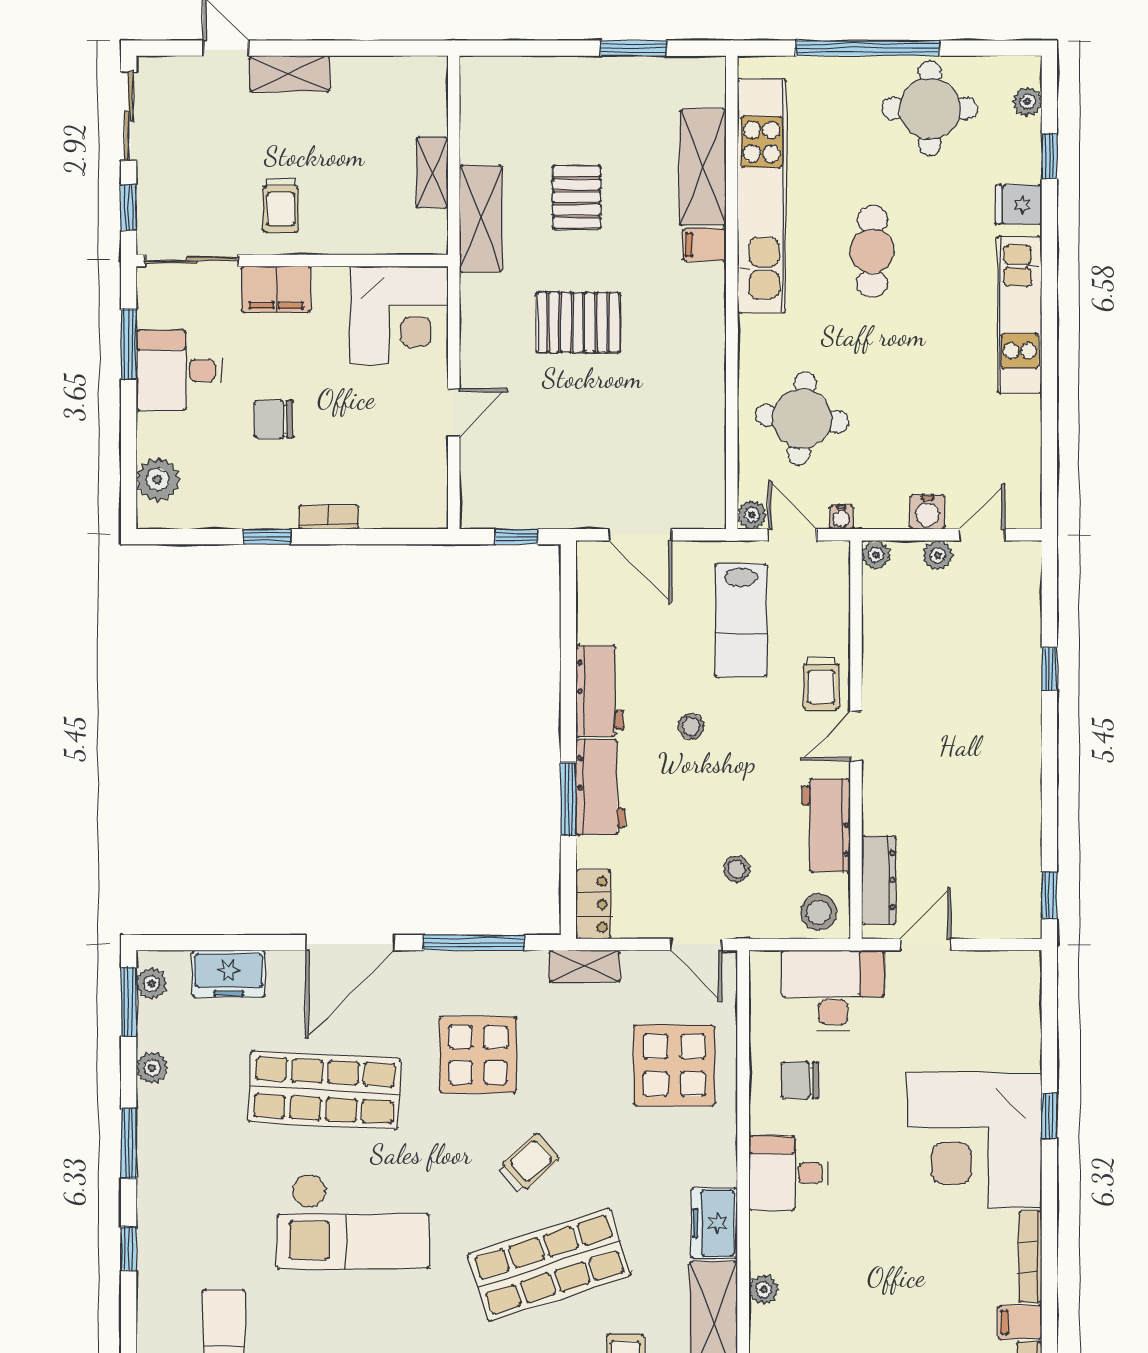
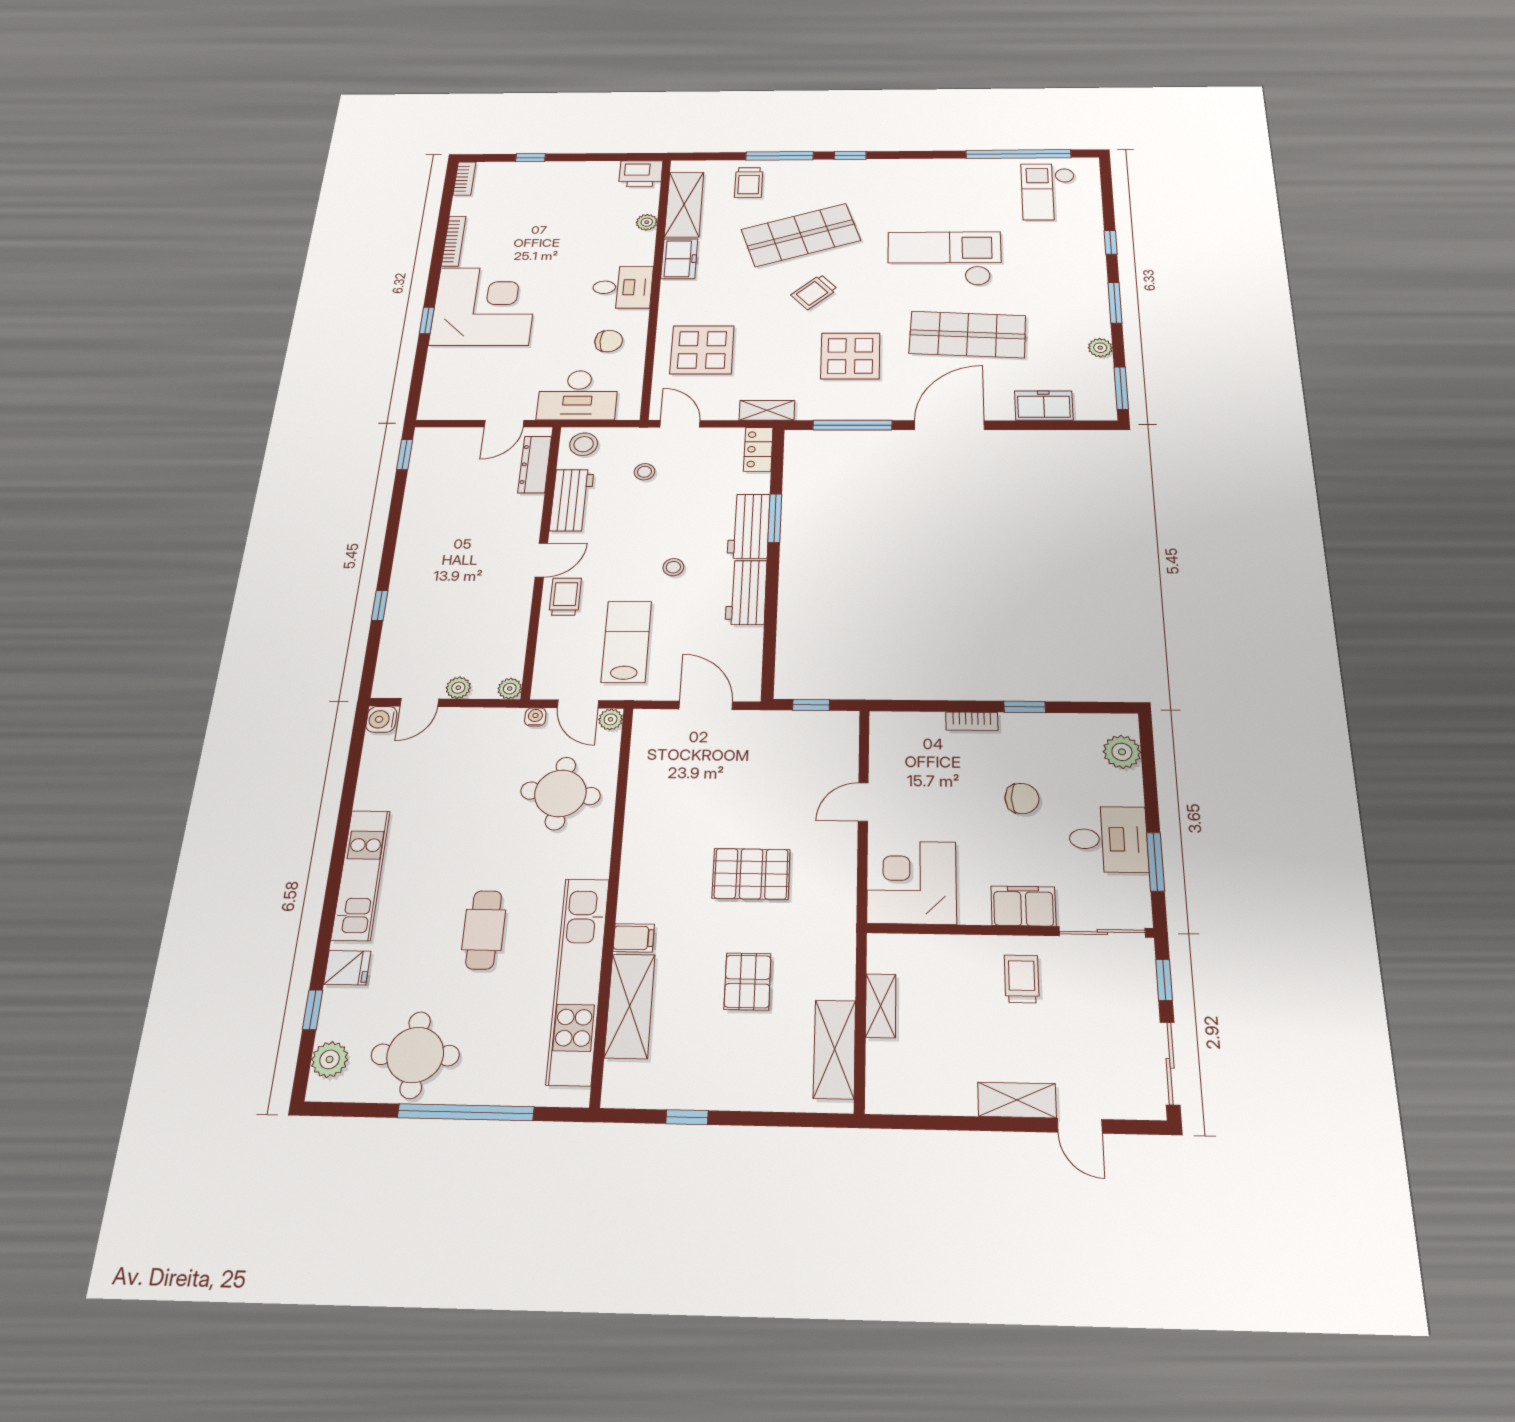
window: (634, 48) -> (687, 1117), width x0.67
plant: (1027, 102) -> (330, 1059), width x1.38, depth x1.38
shelving: (481, 219) -> (835, 1049), moved
water cooler: (928, 512) -> (381, 719), moved, turned -90
plant: (152, 984) -> (1104, 399), removed
filing cabinet: (1020, 1322) -> (467, 206), removed

